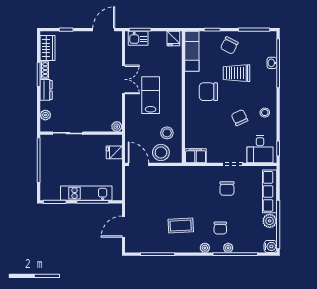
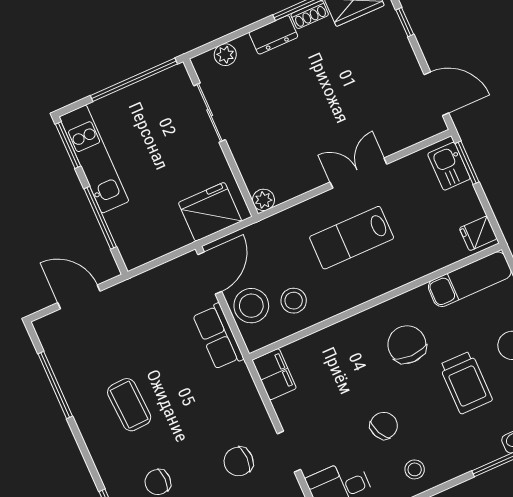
trolley: (237, 73) -> (466, 383), turned 180
double door: (123, 79) -> (358, 173), swing flipped
lab bench: (151, 95) -> (352, 238), turned 180
fridge: (114, 152) -> (210, 212), width x1.88, depth x1.34
row of seats: (168, 173) -> (218, 337), added
kitchen unit: (86, 193) -> (94, 159), moved
plant: (205, 248) -> (107, 469), removed

